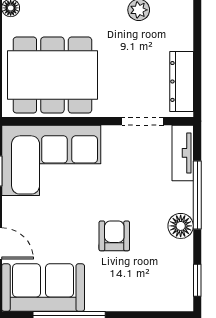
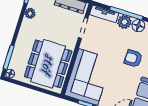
plant: (179, 197) -> (124, 22), added

